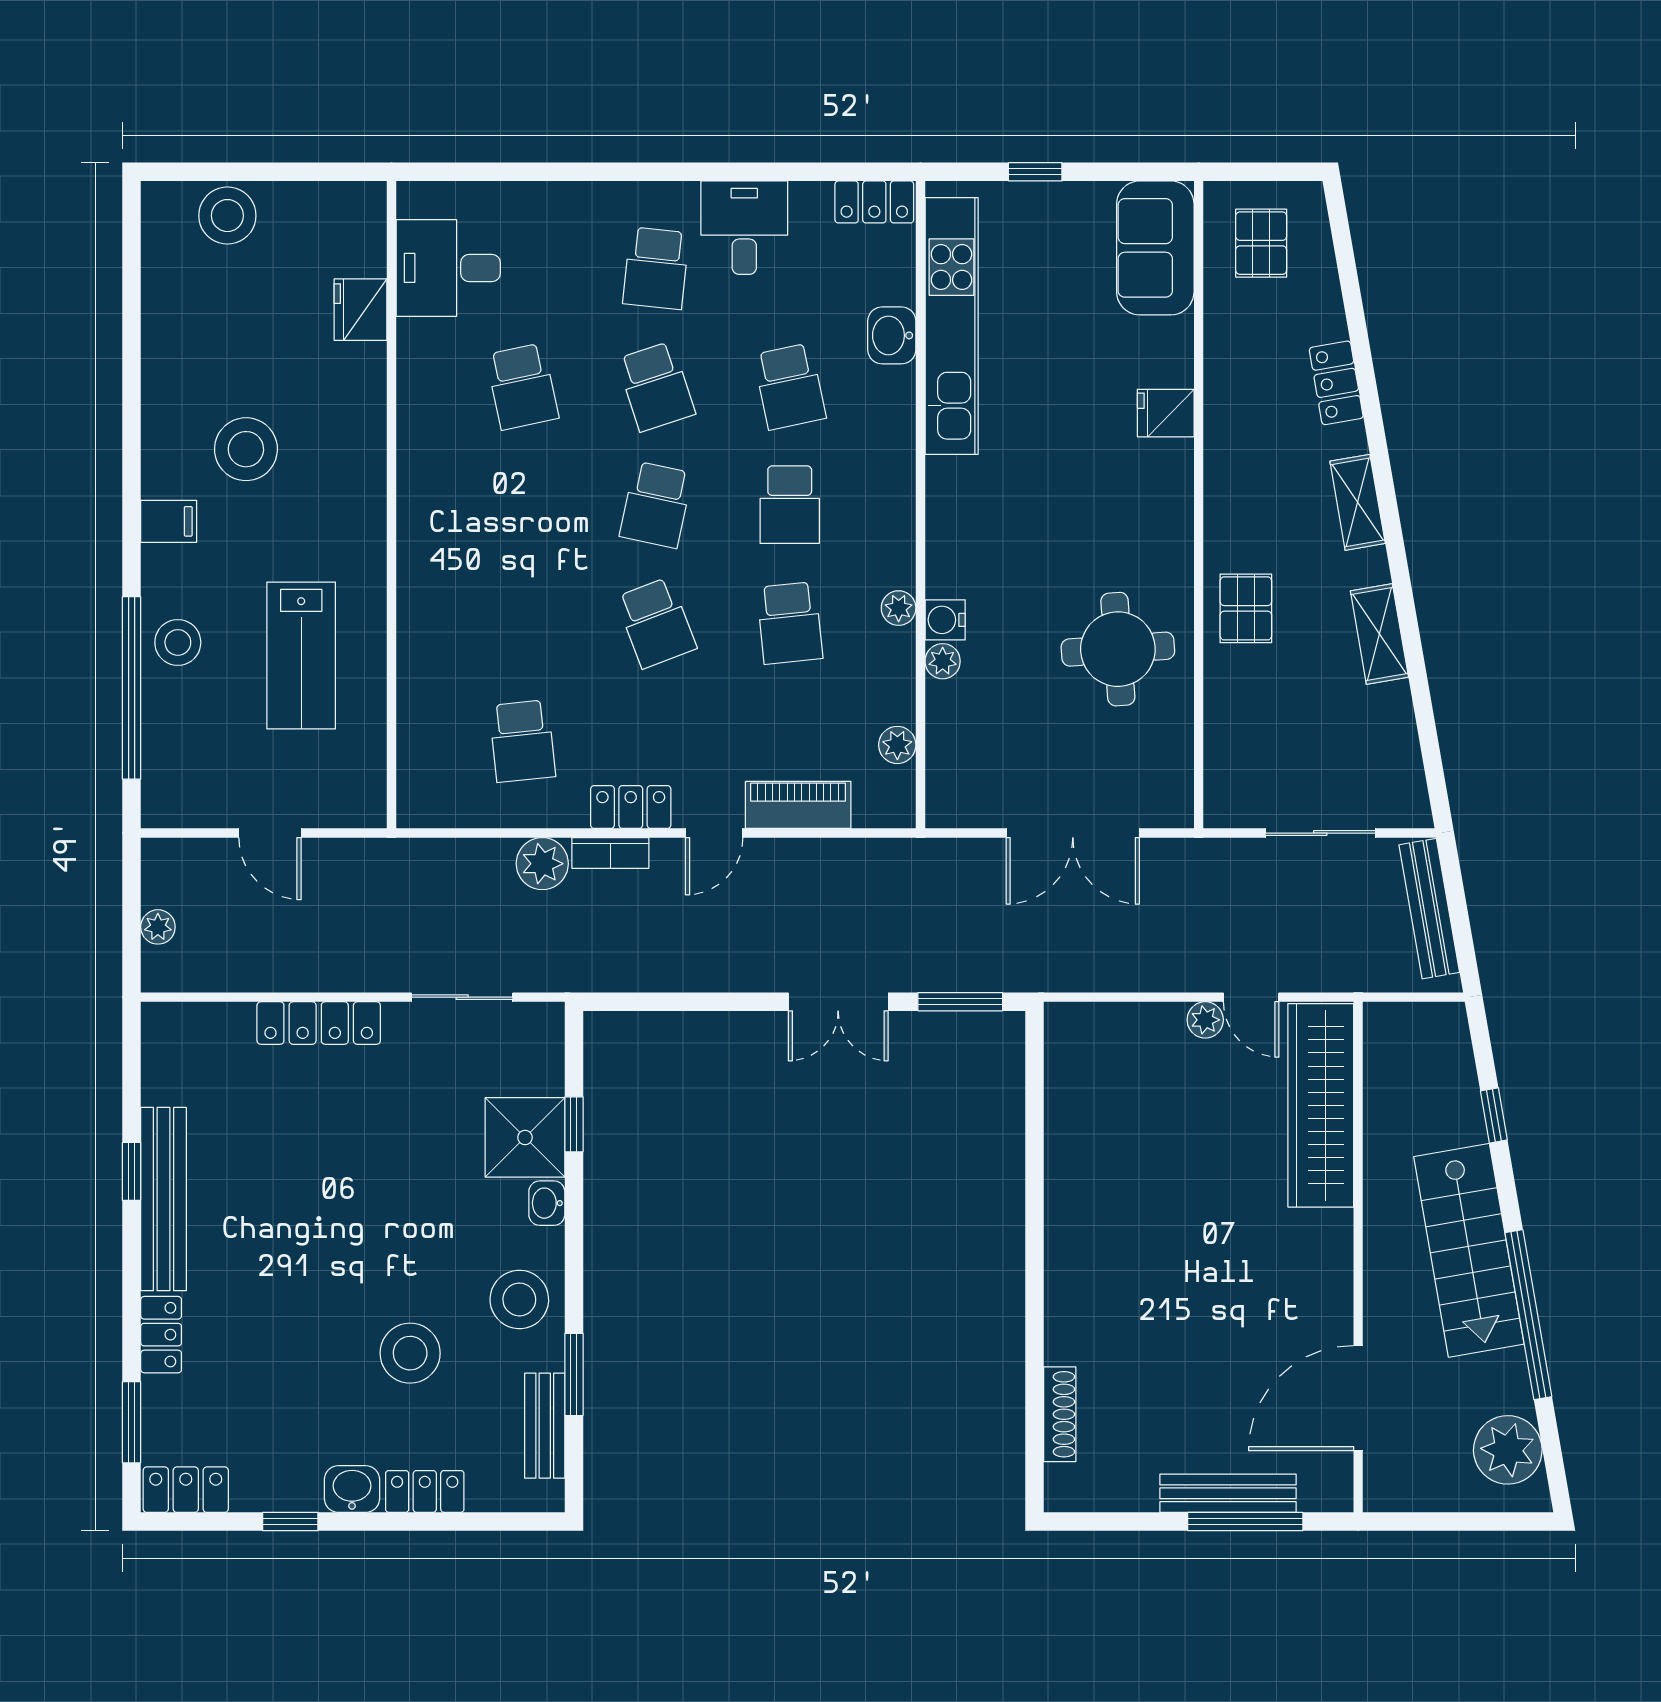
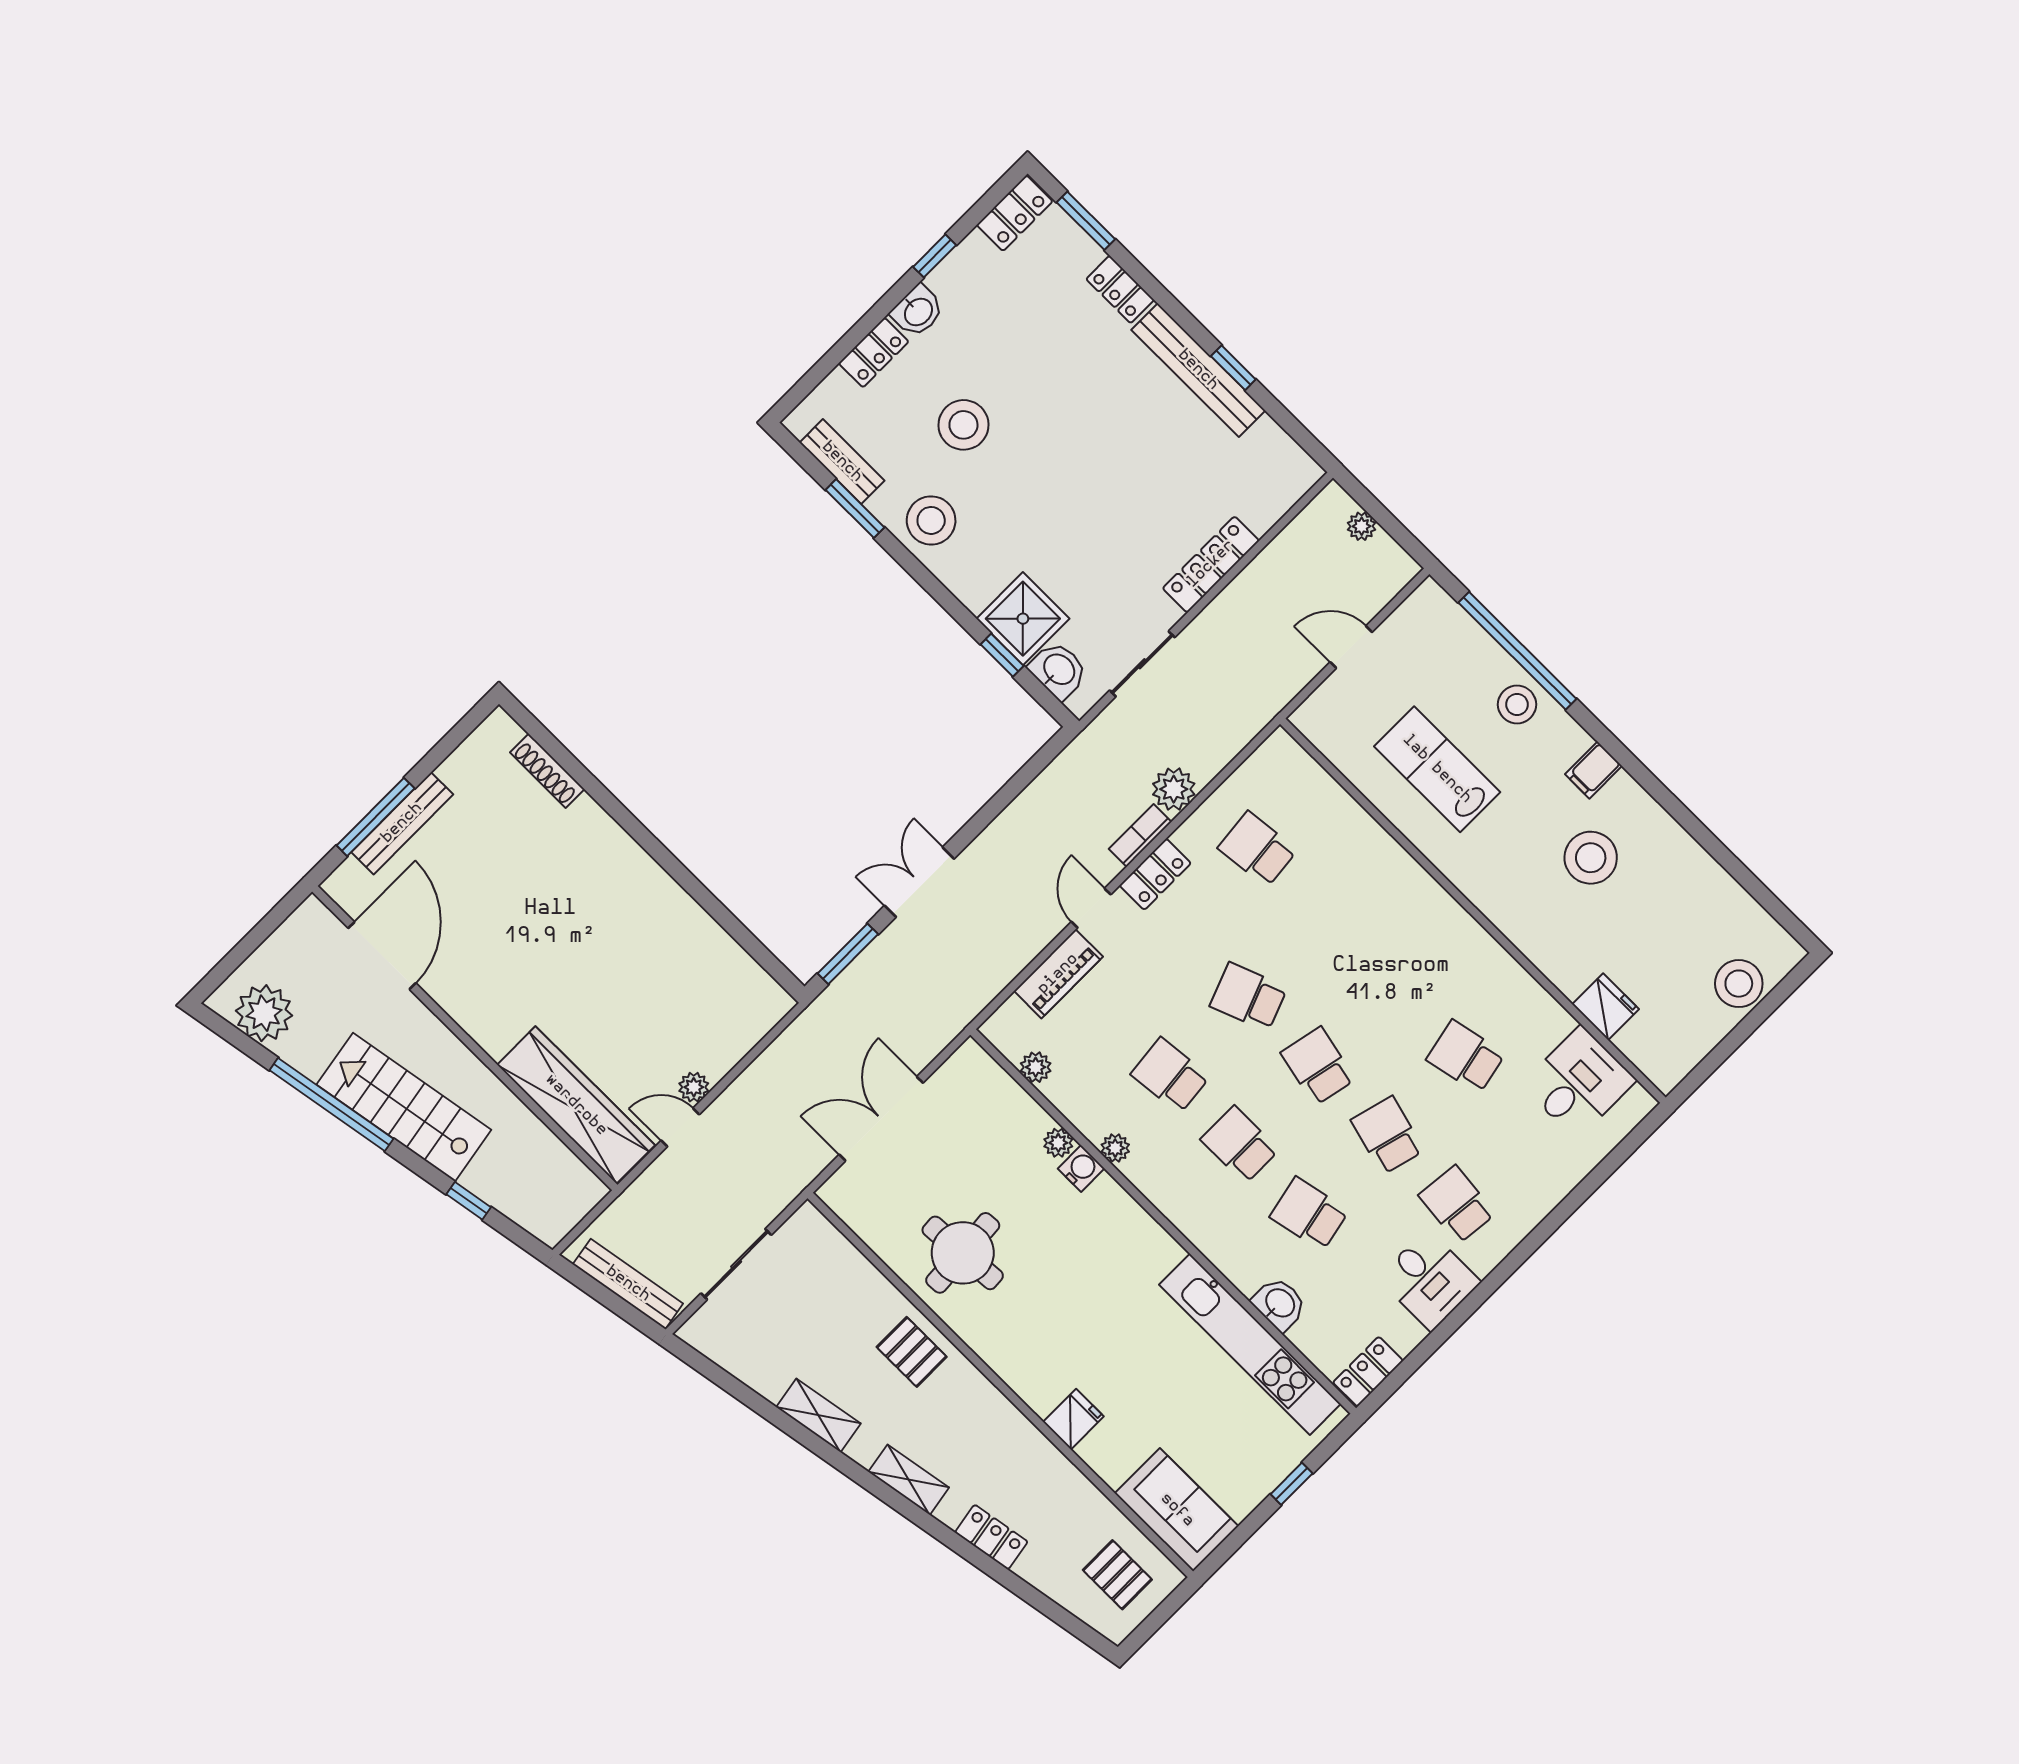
school desk: (656, 386) -> (1387, 1135), turned 33
washbasin: (547, 1203) -> (1058, 670), moved, width x1.38, depth x1.45

